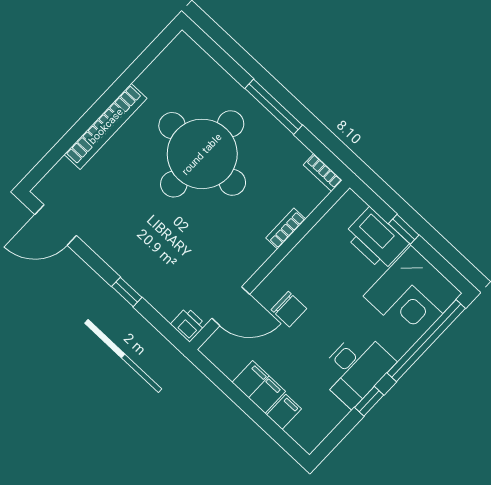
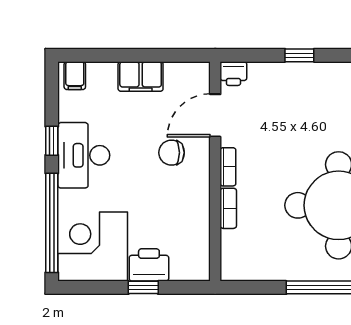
bookcase: (323, 173) -> (228, 167), moved, turned 90
printer: (376, 239) -> (149, 265), width x0.73, depth x0.84
filing cabinet: (284, 412) -> (75, 76), moved

